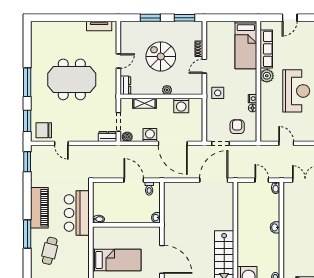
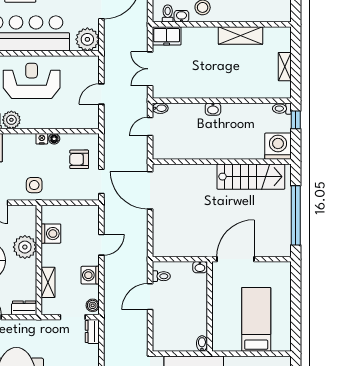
plant: (167, 90) -> (25, 247), width x1.87, depth x1.87
door: (173, 143) -> (101, 245), width x0.53
door: (162, 259) -> (235, 259), moved

